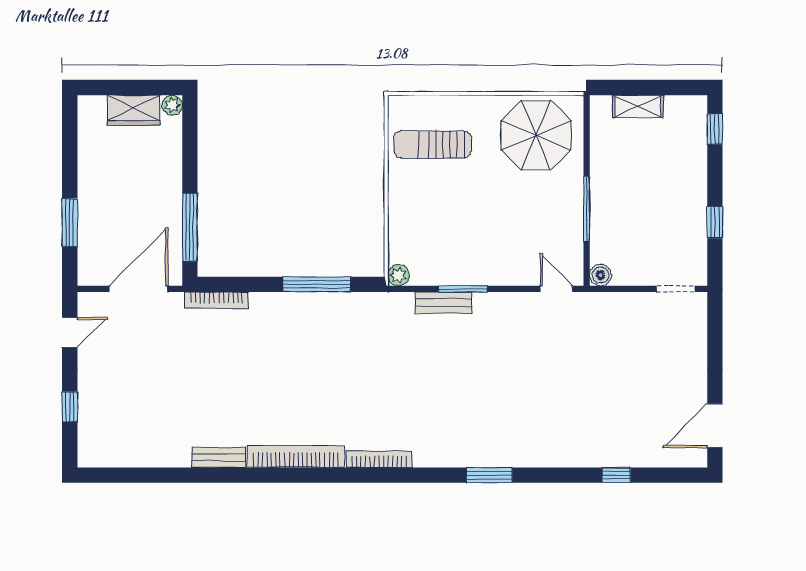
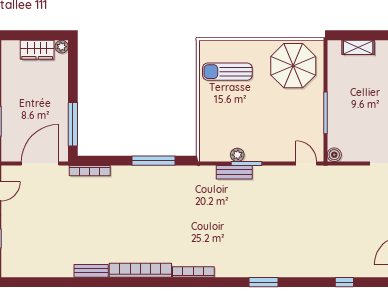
plant: (398, 275) -> (237, 155), moved

